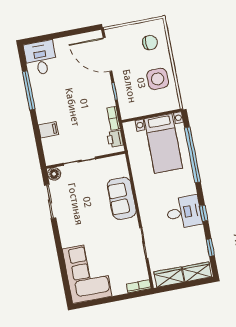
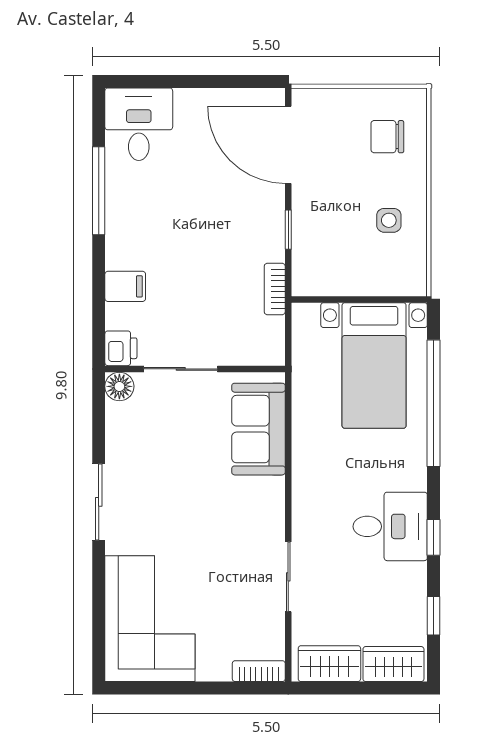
chair: (150, 43) -> (387, 137), turned 180
side table: (158, 79) -> (389, 220), width x0.54, depth x0.54
printer: (115, 139) -> (121, 348), moved, turned 180
sofa: (122, 198) -> (258, 429), moved
sliding door: (50, 201) -> (99, 502), moved

